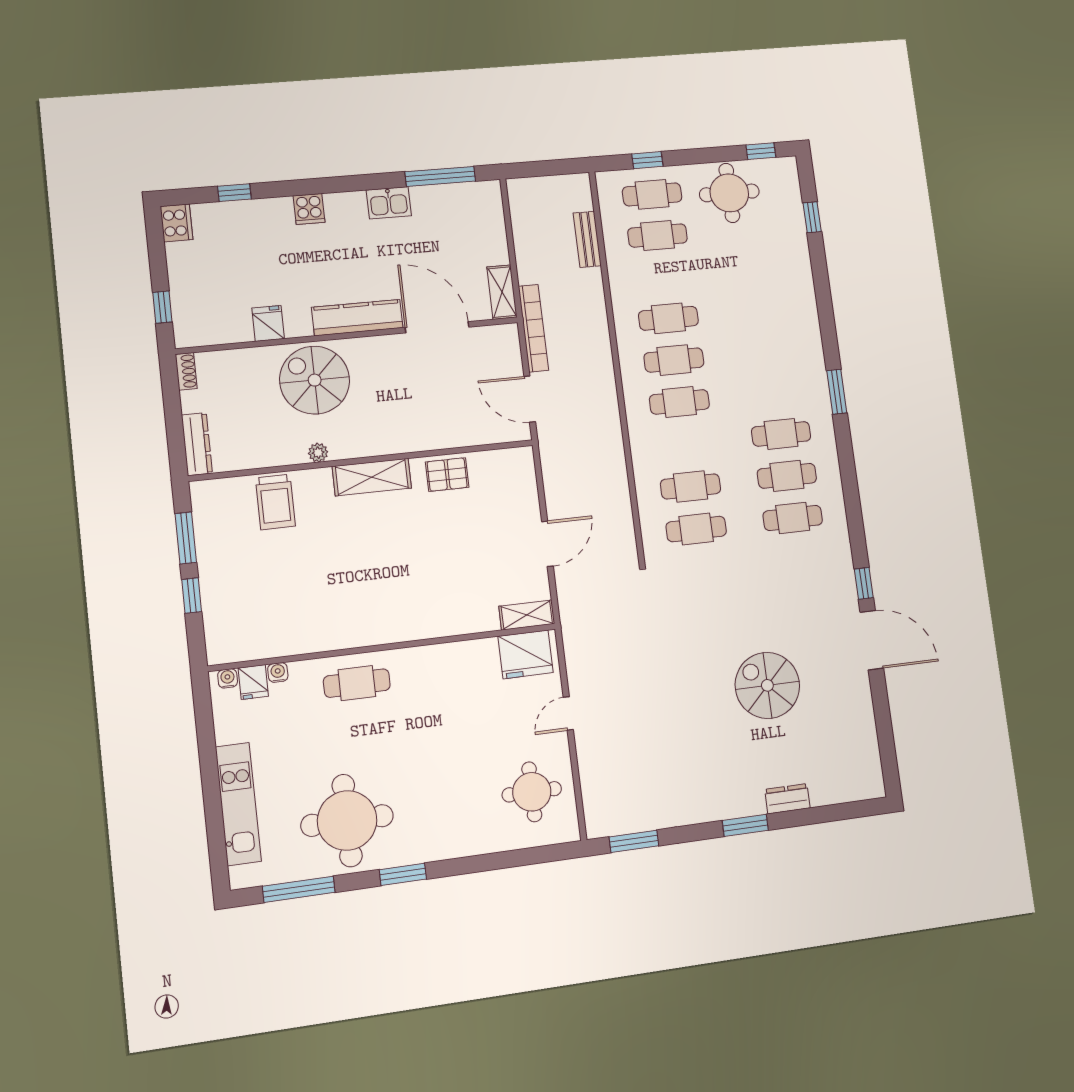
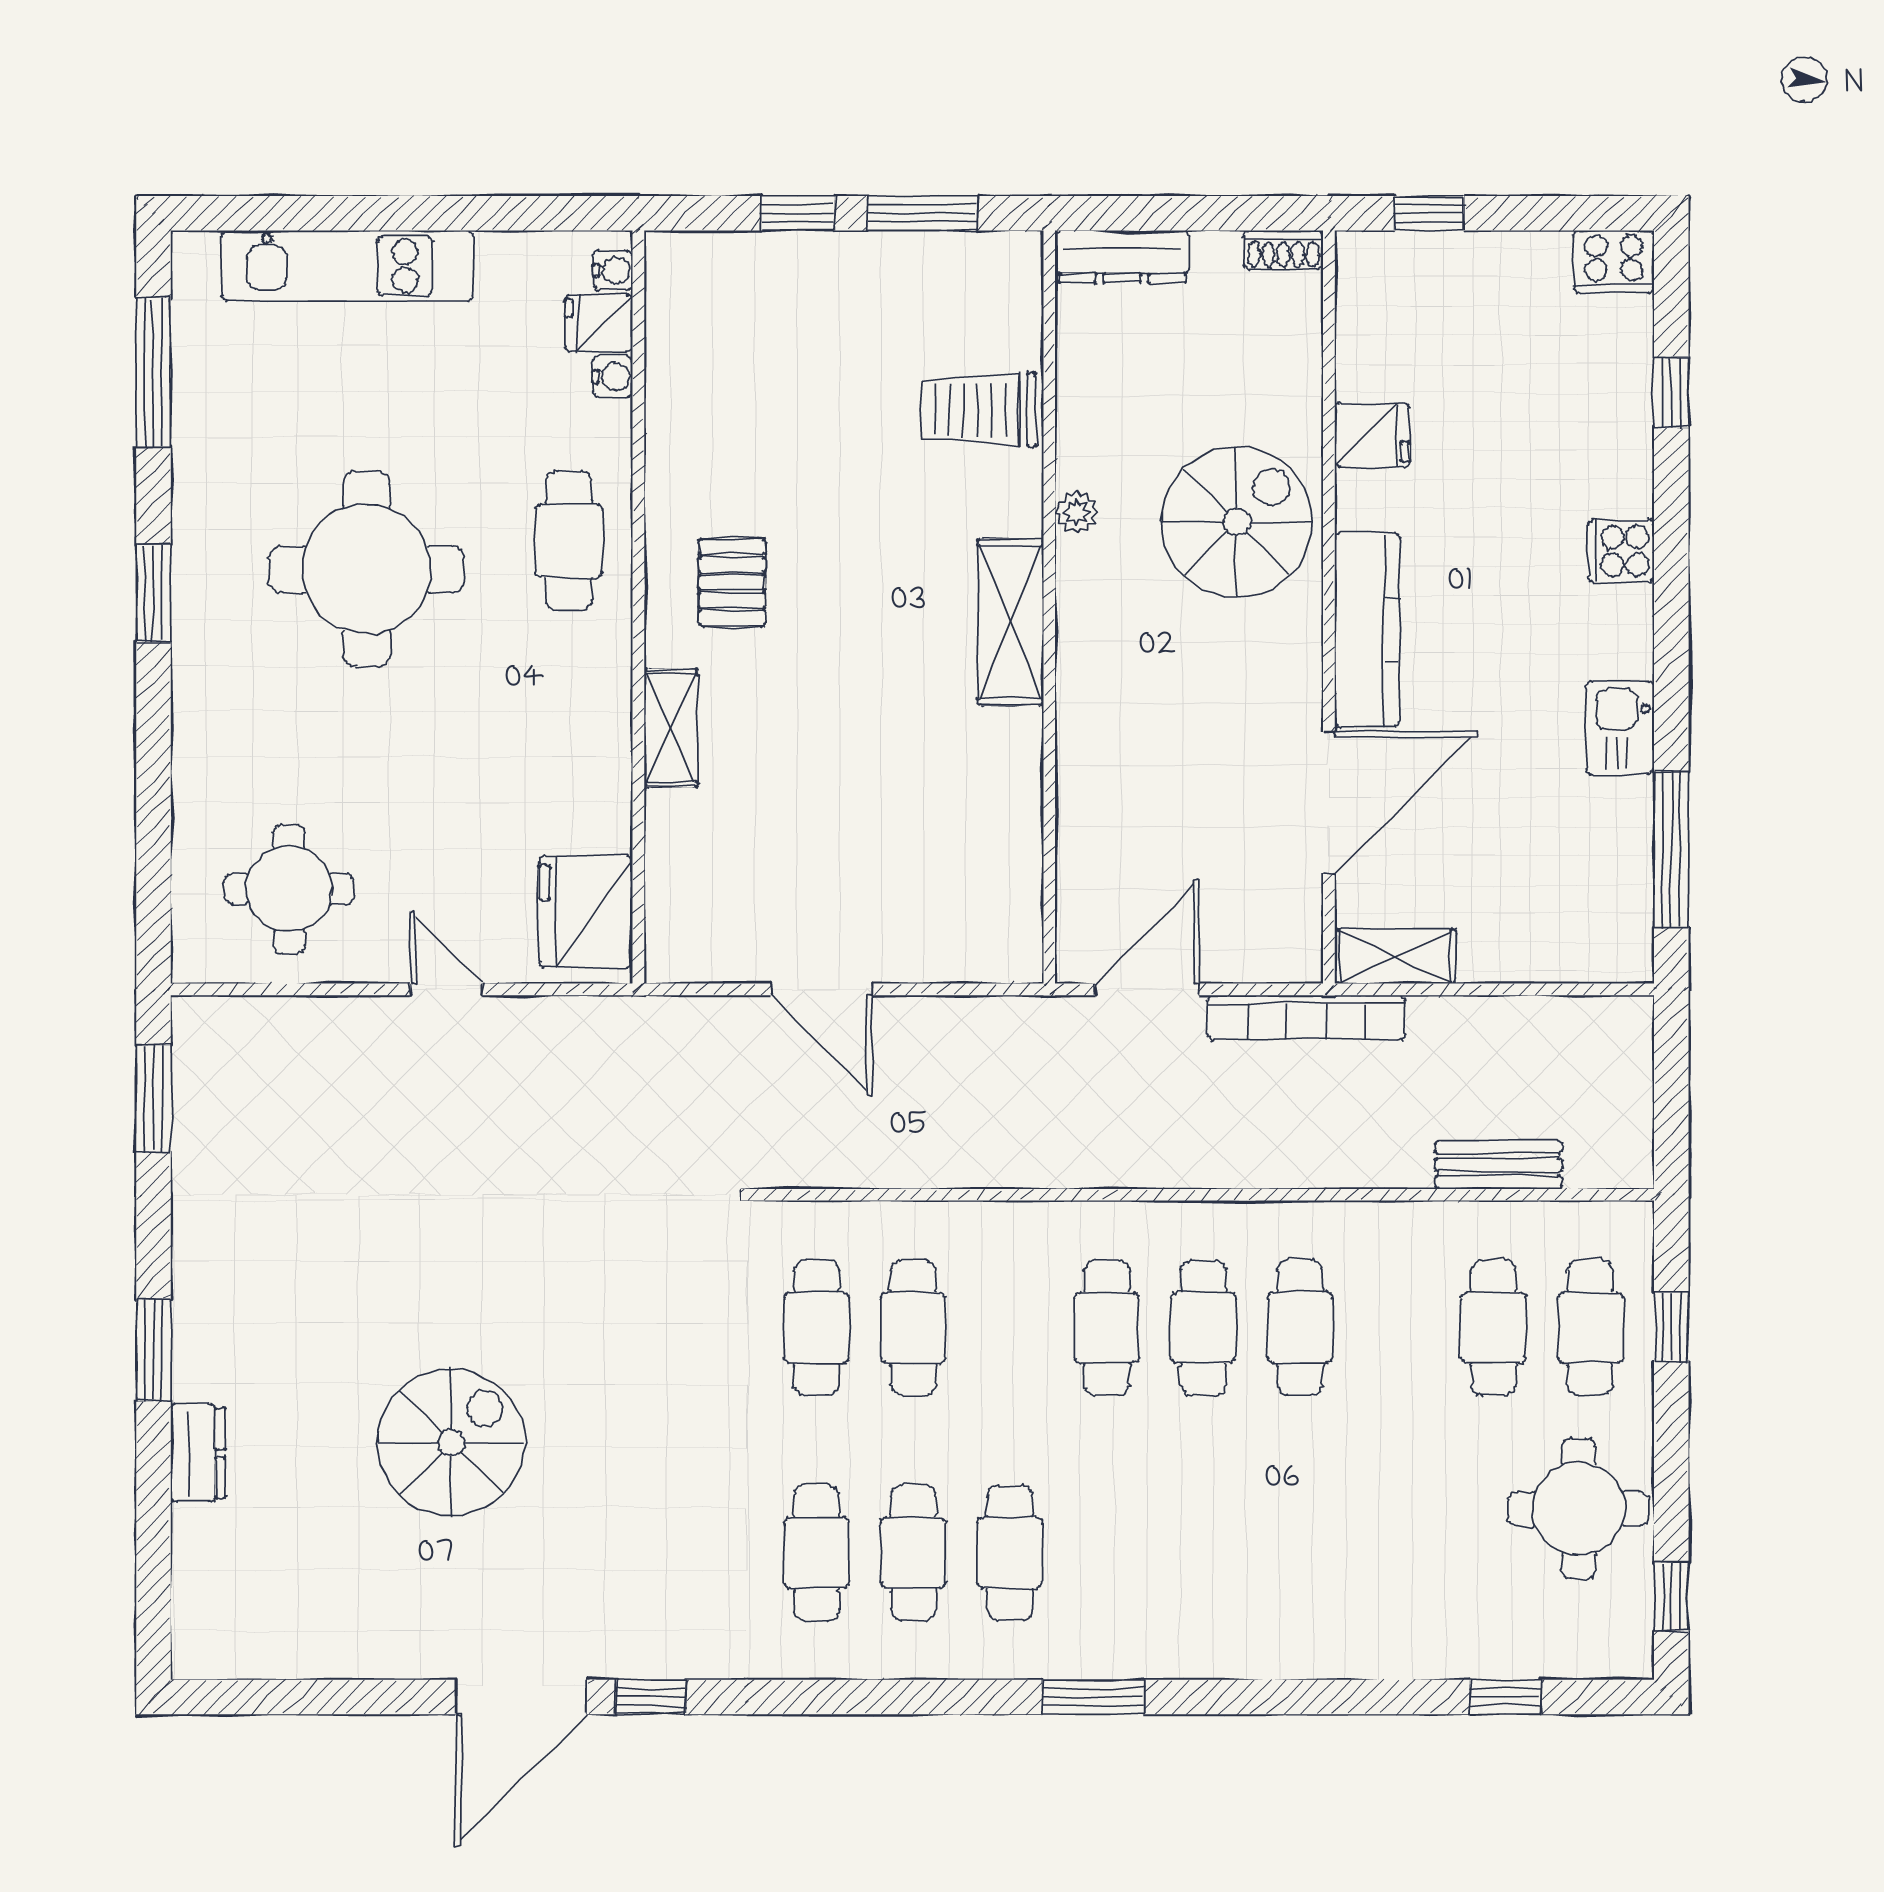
pallet: (447, 475) -> (732, 582), moved
shelving: (527, 615) -> (671, 728), moved
round table: (347, 821) -> (366, 569), moved

